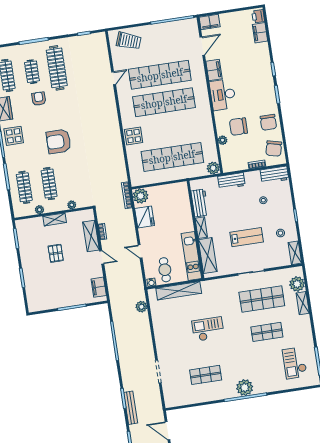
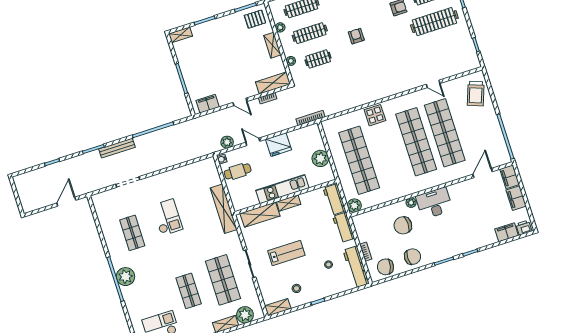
door: (202, 46) -> (483, 173), swing flipped
filing cabinet: (214, 70) -> (516, 198), moved, turned 90
chair: (268, 122) -> (413, 257), turned 180
chair: (238, 127) -> (403, 225), turned -91
plant: (223, 140) -> (411, 203), moved
armchair: (59, 141) -> (356, 36), width x0.53, depth x0.53
workbench: (275, 175) -> (356, 267), width x1.38
clothes rail: (74, 180) -> (318, 59), added
plant: (141, 196) -> (320, 158), moved
workbench: (200, 203) -> (334, 199), moved, turned 90
fridge: (145, 217) -> (279, 145), moved
shelving: (91, 236) -> (273, 83), moved
lab bench: (247, 237) -> (286, 253), turned -90
door: (140, 251) -> (253, 142), hinge flipped
pallet: (56, 253) -> (255, 19), moved
kitchen unit: (191, 256) -> (282, 189), moved
door: (102, 257) -> (240, 102), hinge flipped
shelving: (179, 291) -> (224, 209), moved
shelving: (32, 302) -> (181, 35), added
plant: (141, 307) -> (227, 142), moved
checkout: (208, 329) -> (167, 217), moved
bench: (131, 408) -> (117, 148), moved

